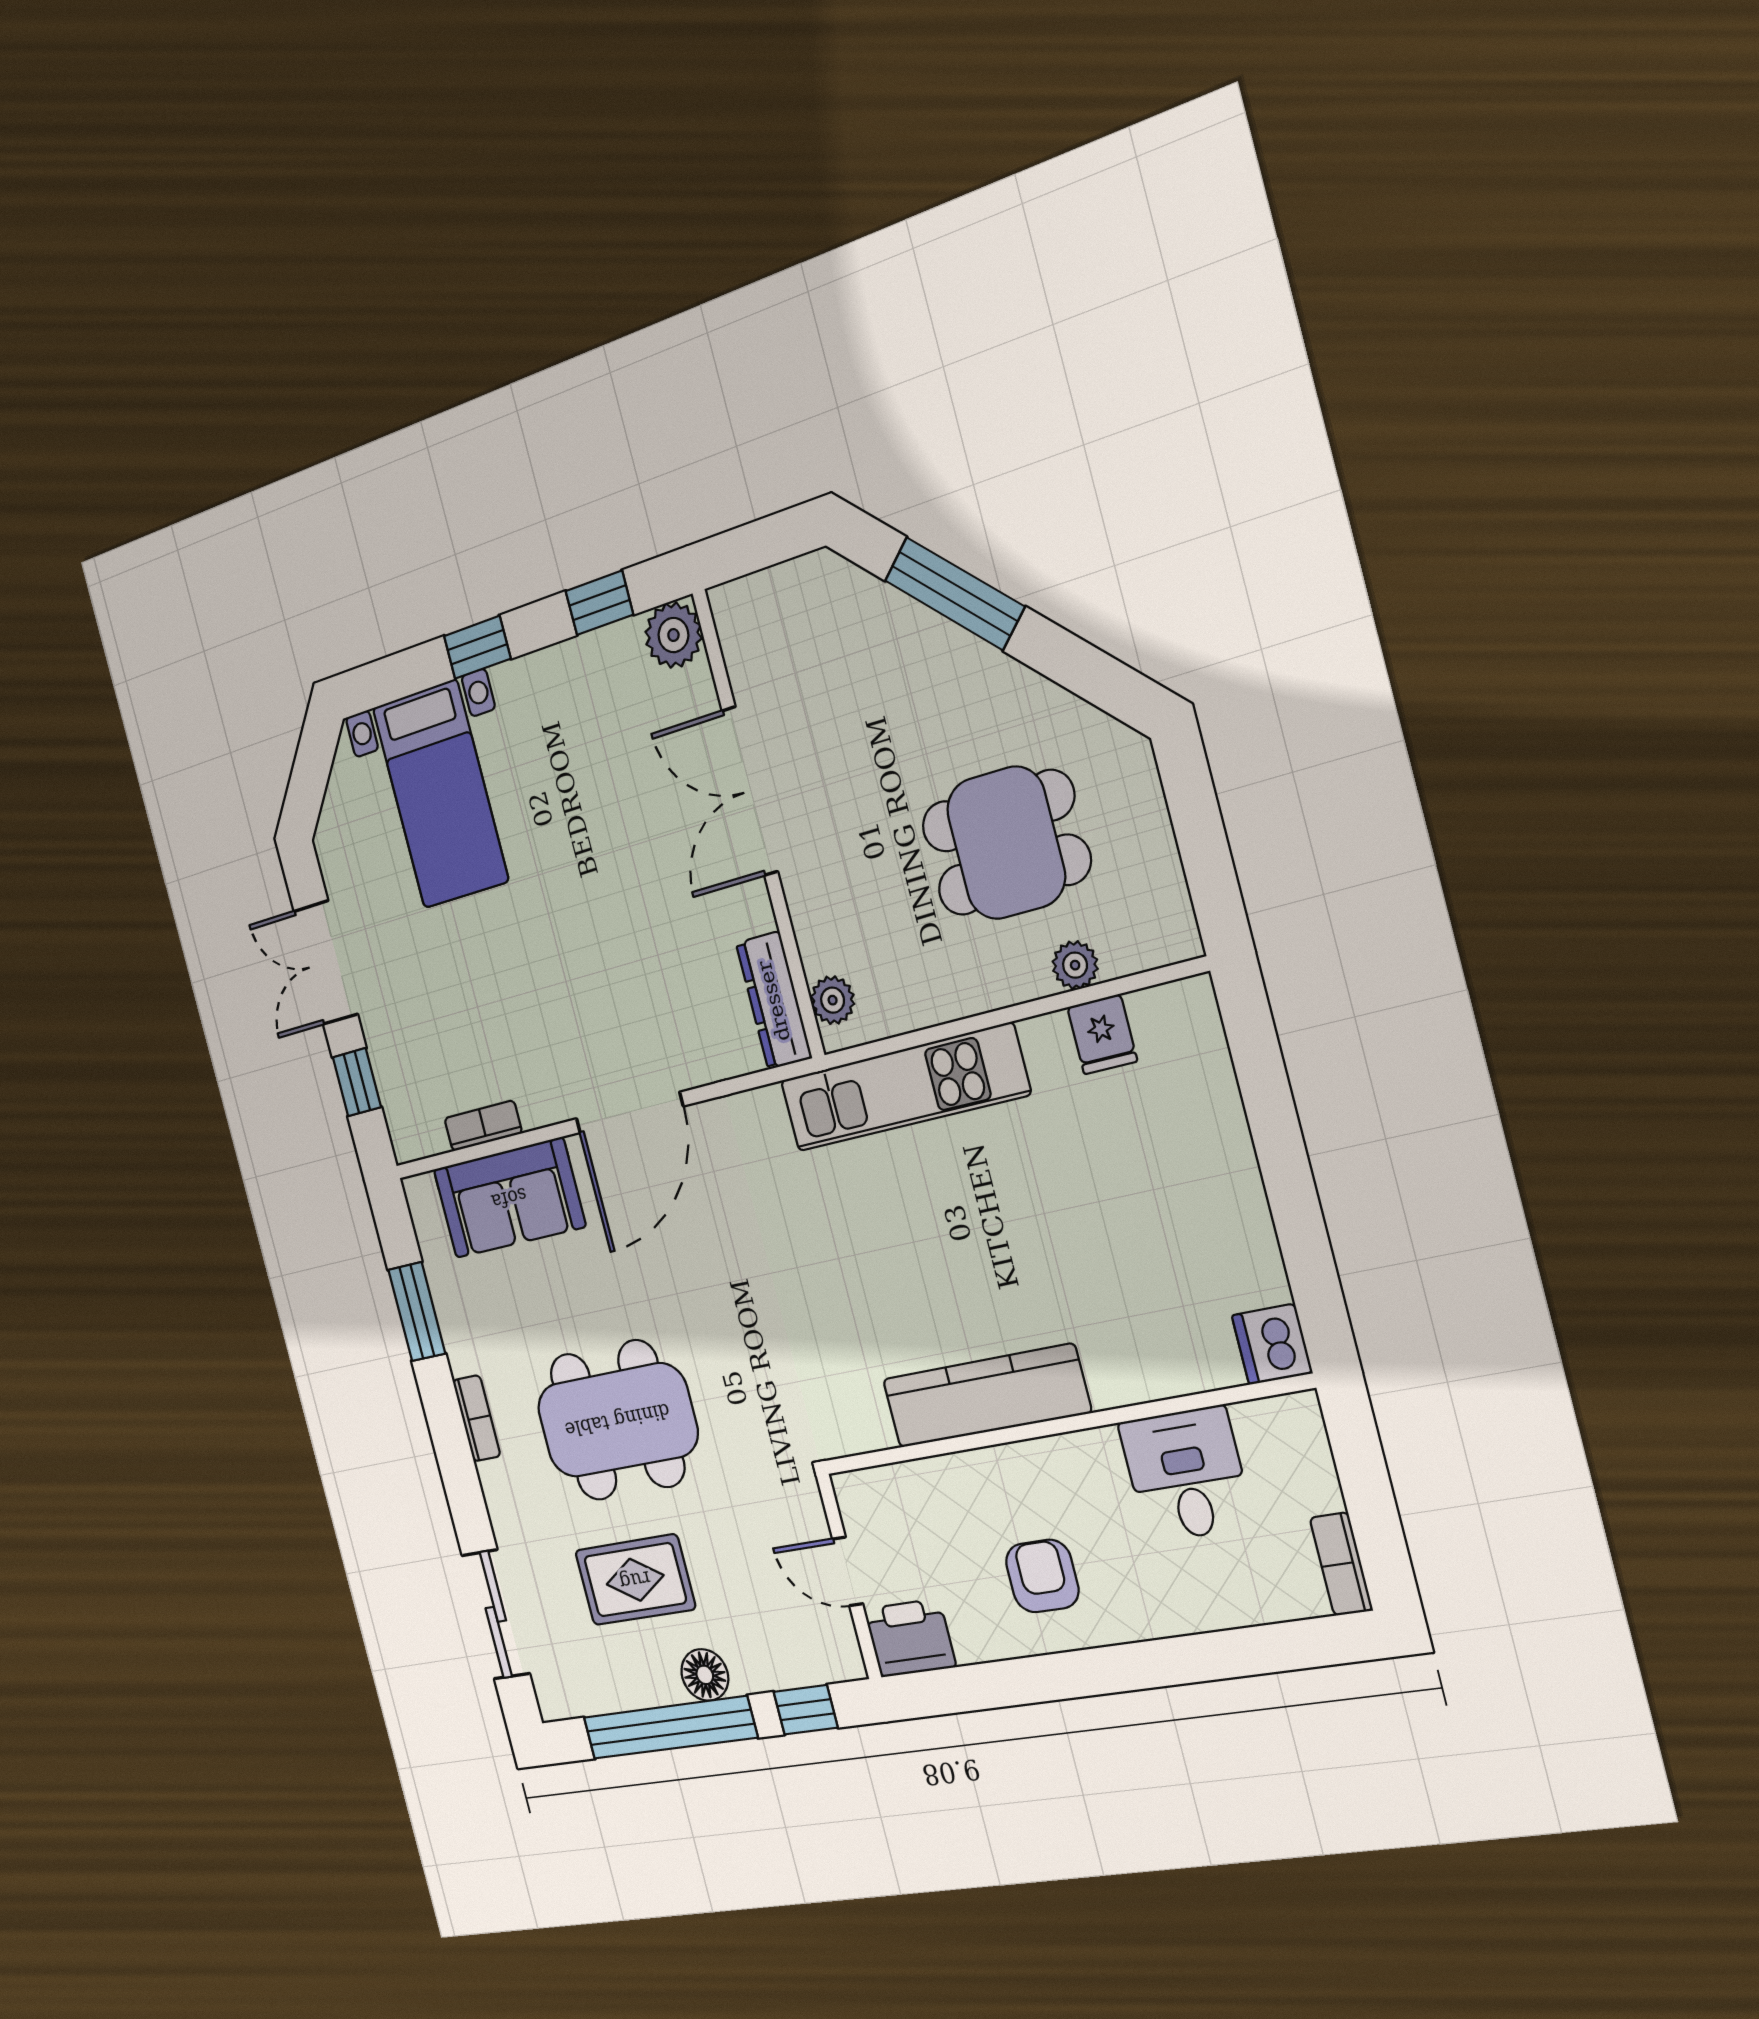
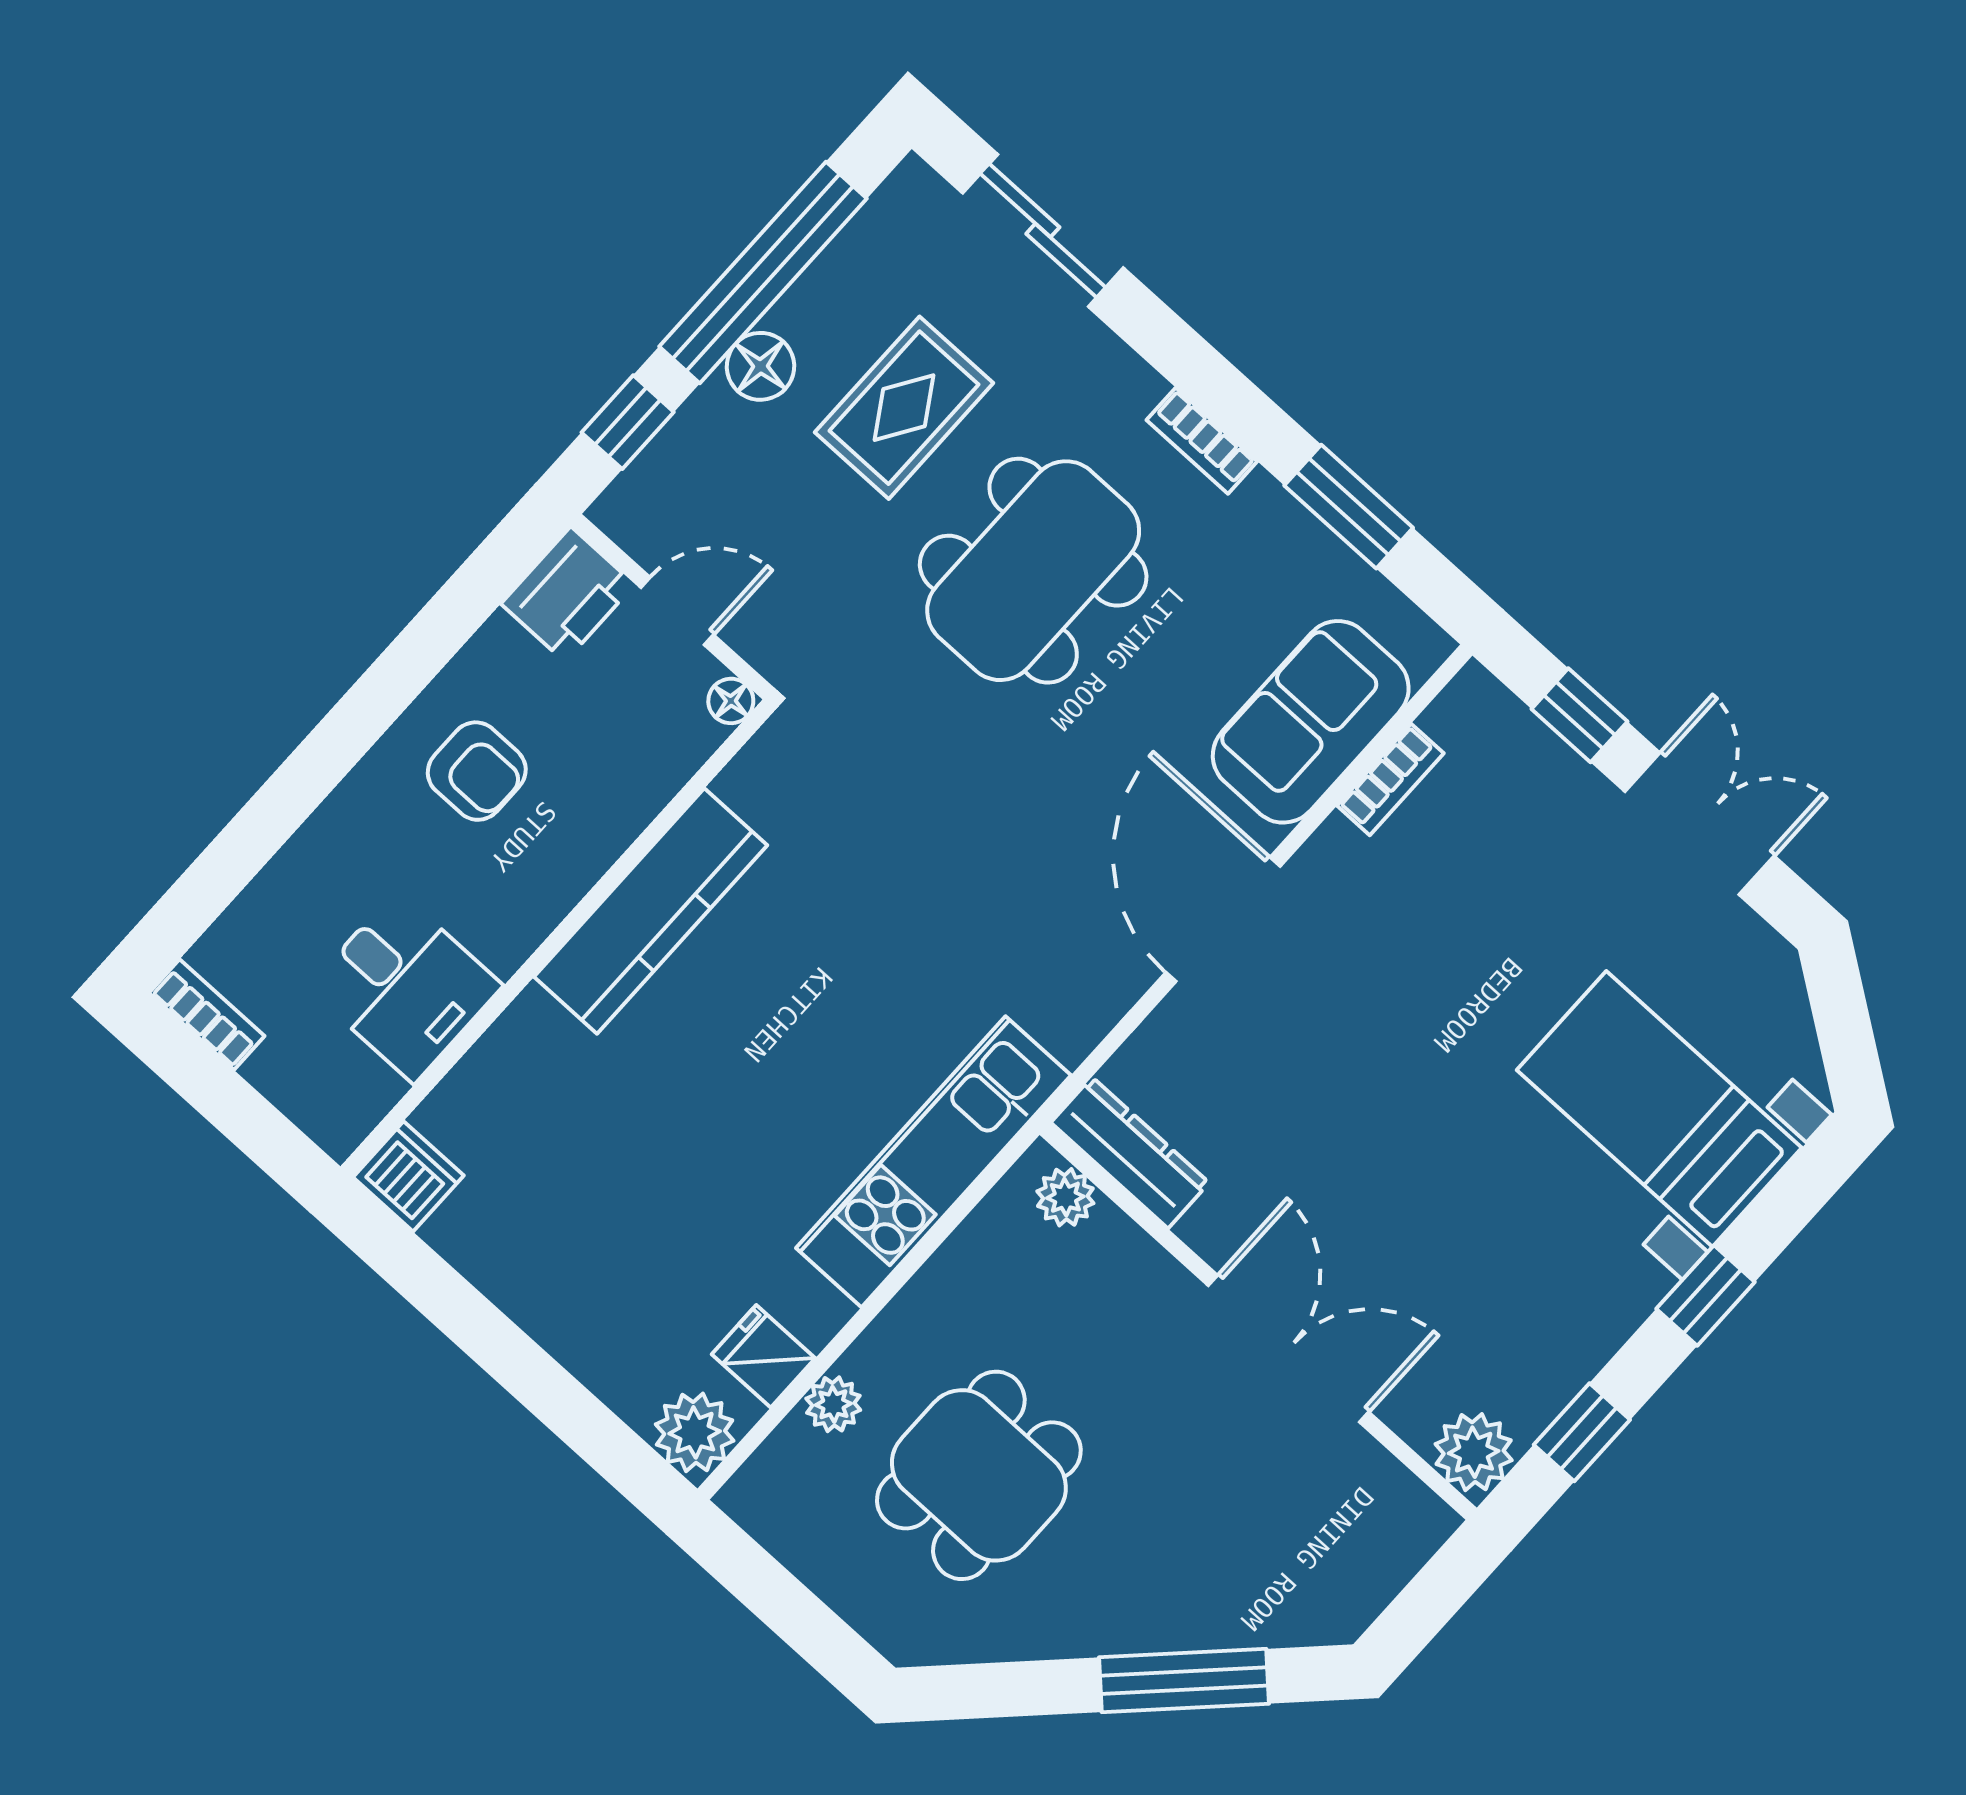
plant: (1186, 1013) -> (695, 1432), added
floor lamp: (849, 1489) -> (731, 701), added

